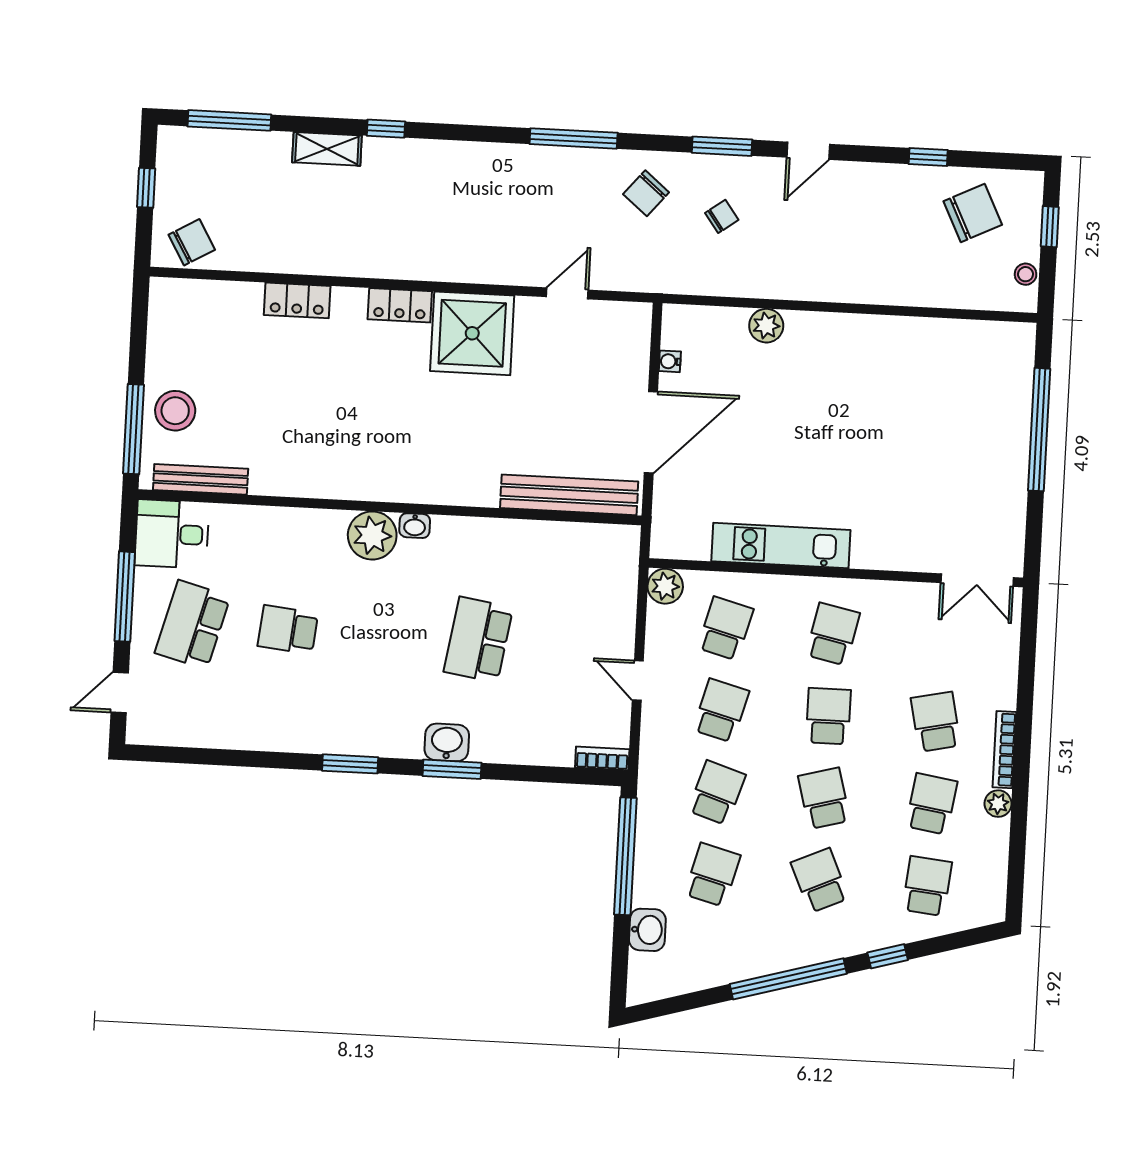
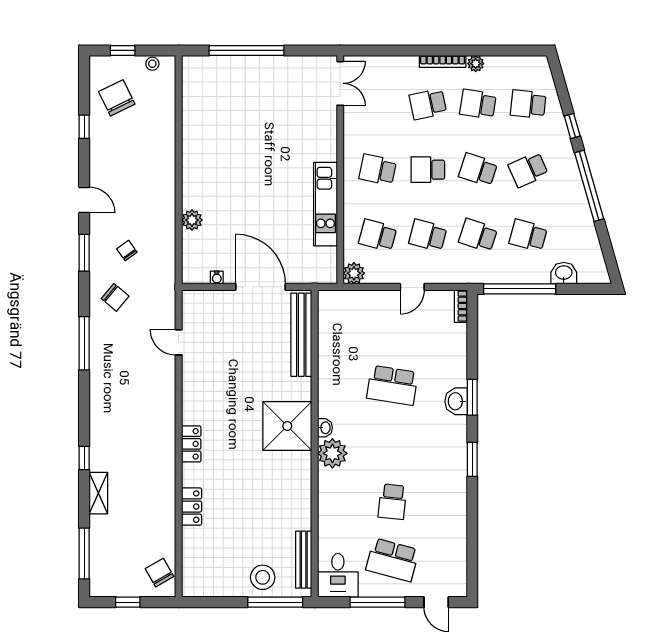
shower: (472, 333) -> (287, 426), moved
school desk: (824, 798) -> (478, 170), turned 33

